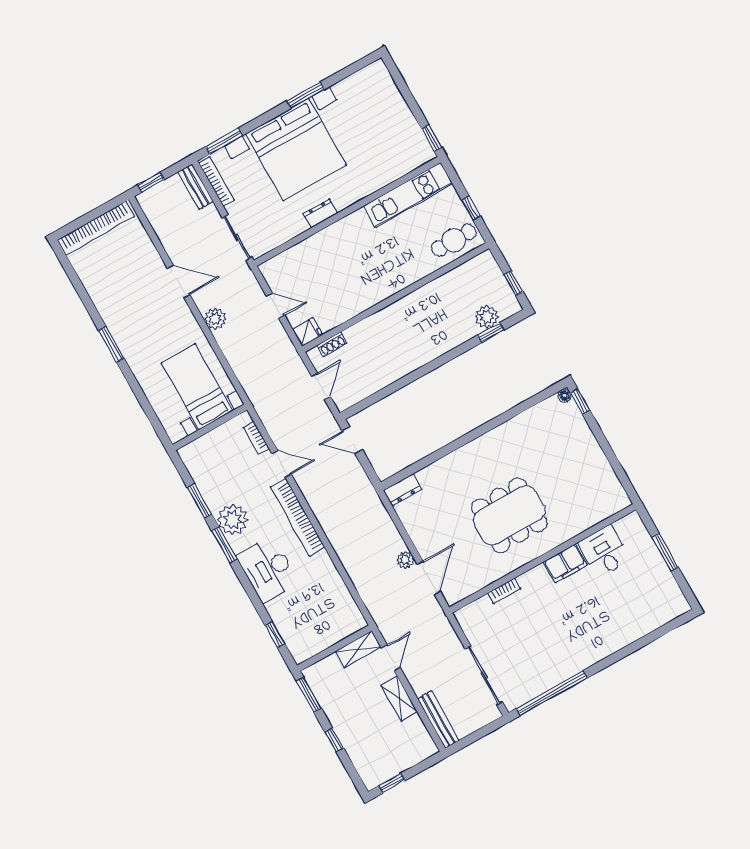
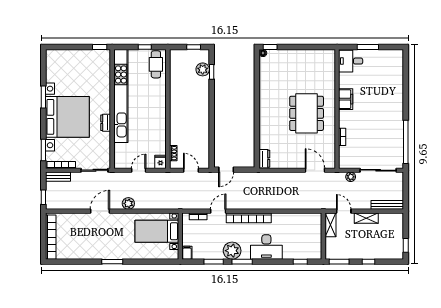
kitchen unit: (408, 195) -> (121, 96), width x1.86
filing cabinet: (190, 452) -> (187, 253), added
desk: (604, 552) -> (351, 61), moved
plant: (405, 560) -> (351, 177), moved

